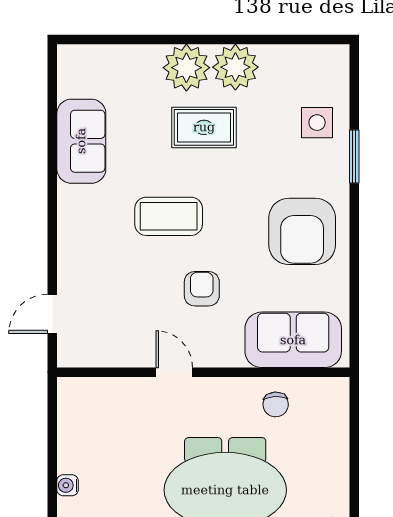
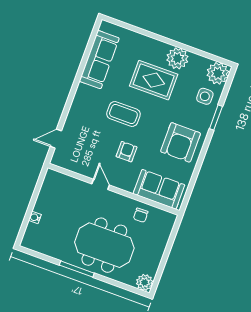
plant: (186, 68) -> (218, 73), moved
rug: (204, 127) -> (154, 80), width x1.36, depth x1.43
sofa: (81, 141) -> (99, 60), width x1.36

